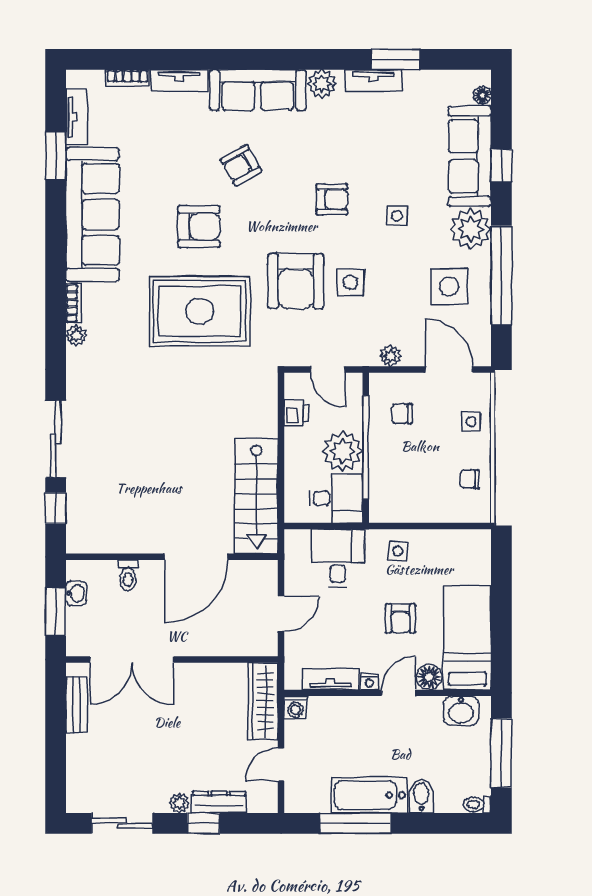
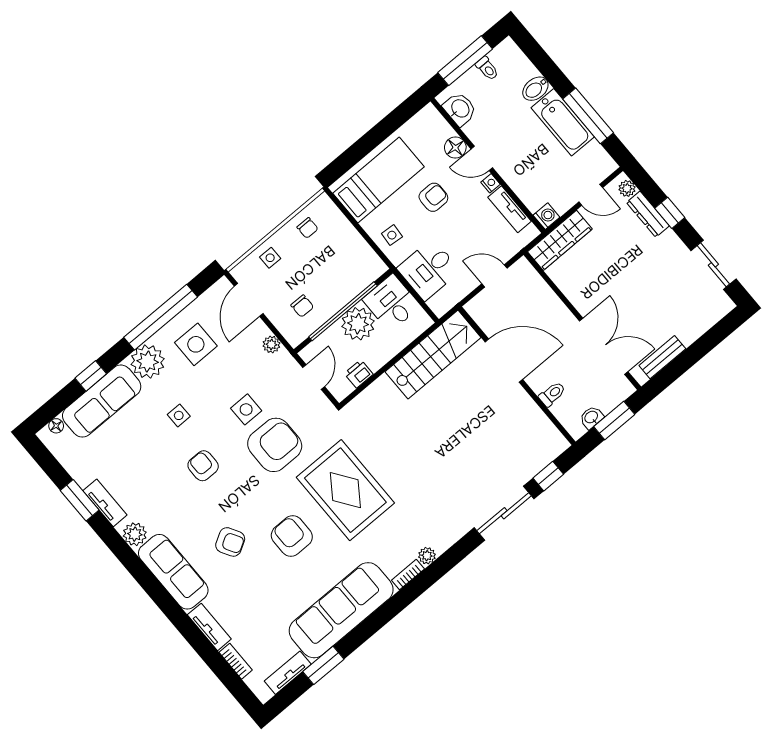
bed: (467, 638) -> (379, 180), moved, turned 180
plant: (179, 803) -> (627, 188), moved
toilet: (477, 804) -> (487, 68), moved

